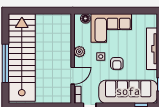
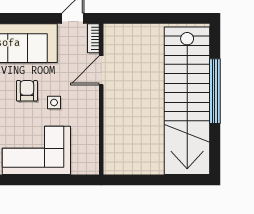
floor lamp: (85, 18) -> (80, 167), removed
plant: (79, 52) -> (90, 111), removed

